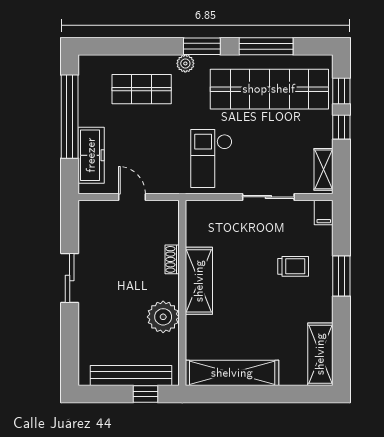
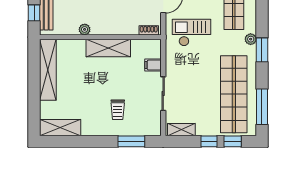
window: (266, 46) -> (262, 107), moved
checkout: (211, 159) -> (192, 33), moved
filing cabinet: (324, 212) -> (153, 65), moved
shoe rack: (172, 259) -> (149, 30), moved
window: (341, 276) -> (131, 141), moved
plant: (163, 317) -> (85, 29), width x0.53, depth x0.53

